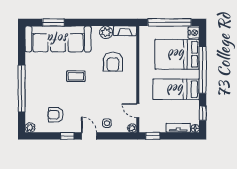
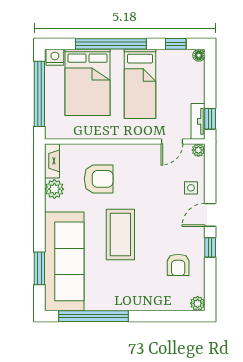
coffee table: (76, 76) -> (120, 235), width x1.86, depth x1.72
window: (22, 89) -> (93, 316), moved
tv unit: (178, 128) -> (198, 121), moved

